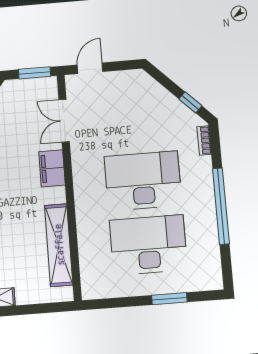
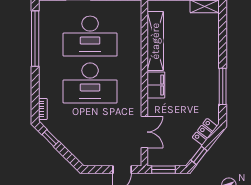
filing cabinet: (52, 168) -> (156, 85), moved
window: (221, 206) -> (35, 39), moved

